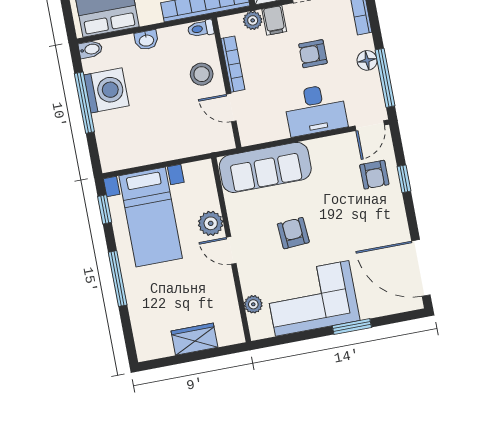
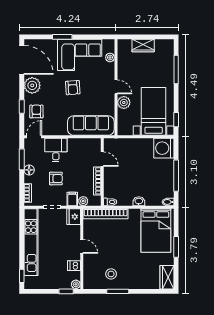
stool: (202, 74) -> (114, 179), removed
window: (385, 78) -> (22, 159), width x0.69
washing machine: (106, 90) -> (164, 148), moved
desk: (315, 110) -> (56, 150), width x0.73
plant: (392, 223) -> (32, 85), added
armchair: (293, 233) -> (73, 88), moved
window: (118, 279) -> (176, 69), moved

